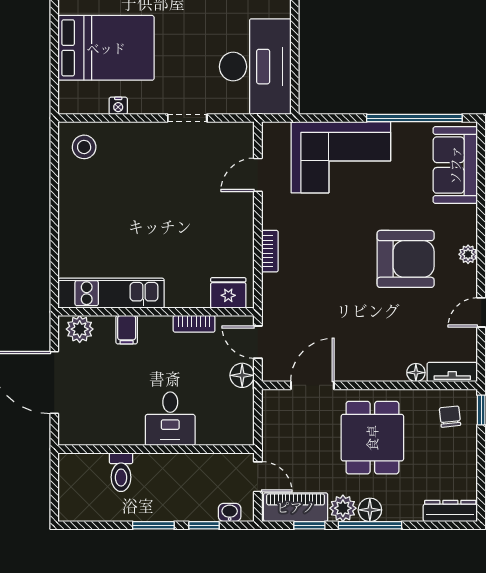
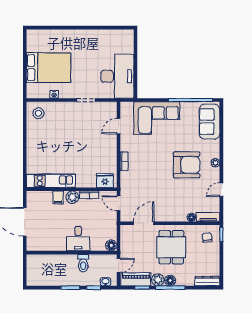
plant: (80, 329) -> (72, 197), moved
floor lamp: (242, 375) -> (111, 245), moved
toilet: (121, 472) -> (83, 263), moved
door: (258, 477) -> (119, 265), hinge flipped

